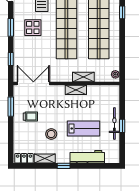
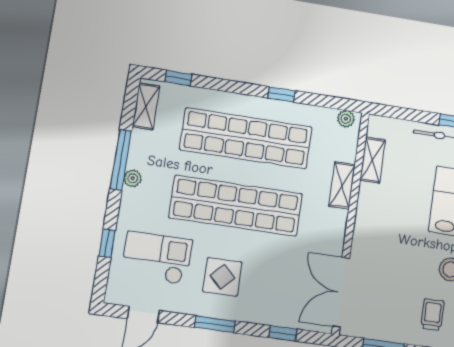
window: (122, 12) -> (281, 94), moved
shelving: (76, 90) -> (373, 160), moved
trolley: (30, 117) -> (432, 315), moved

